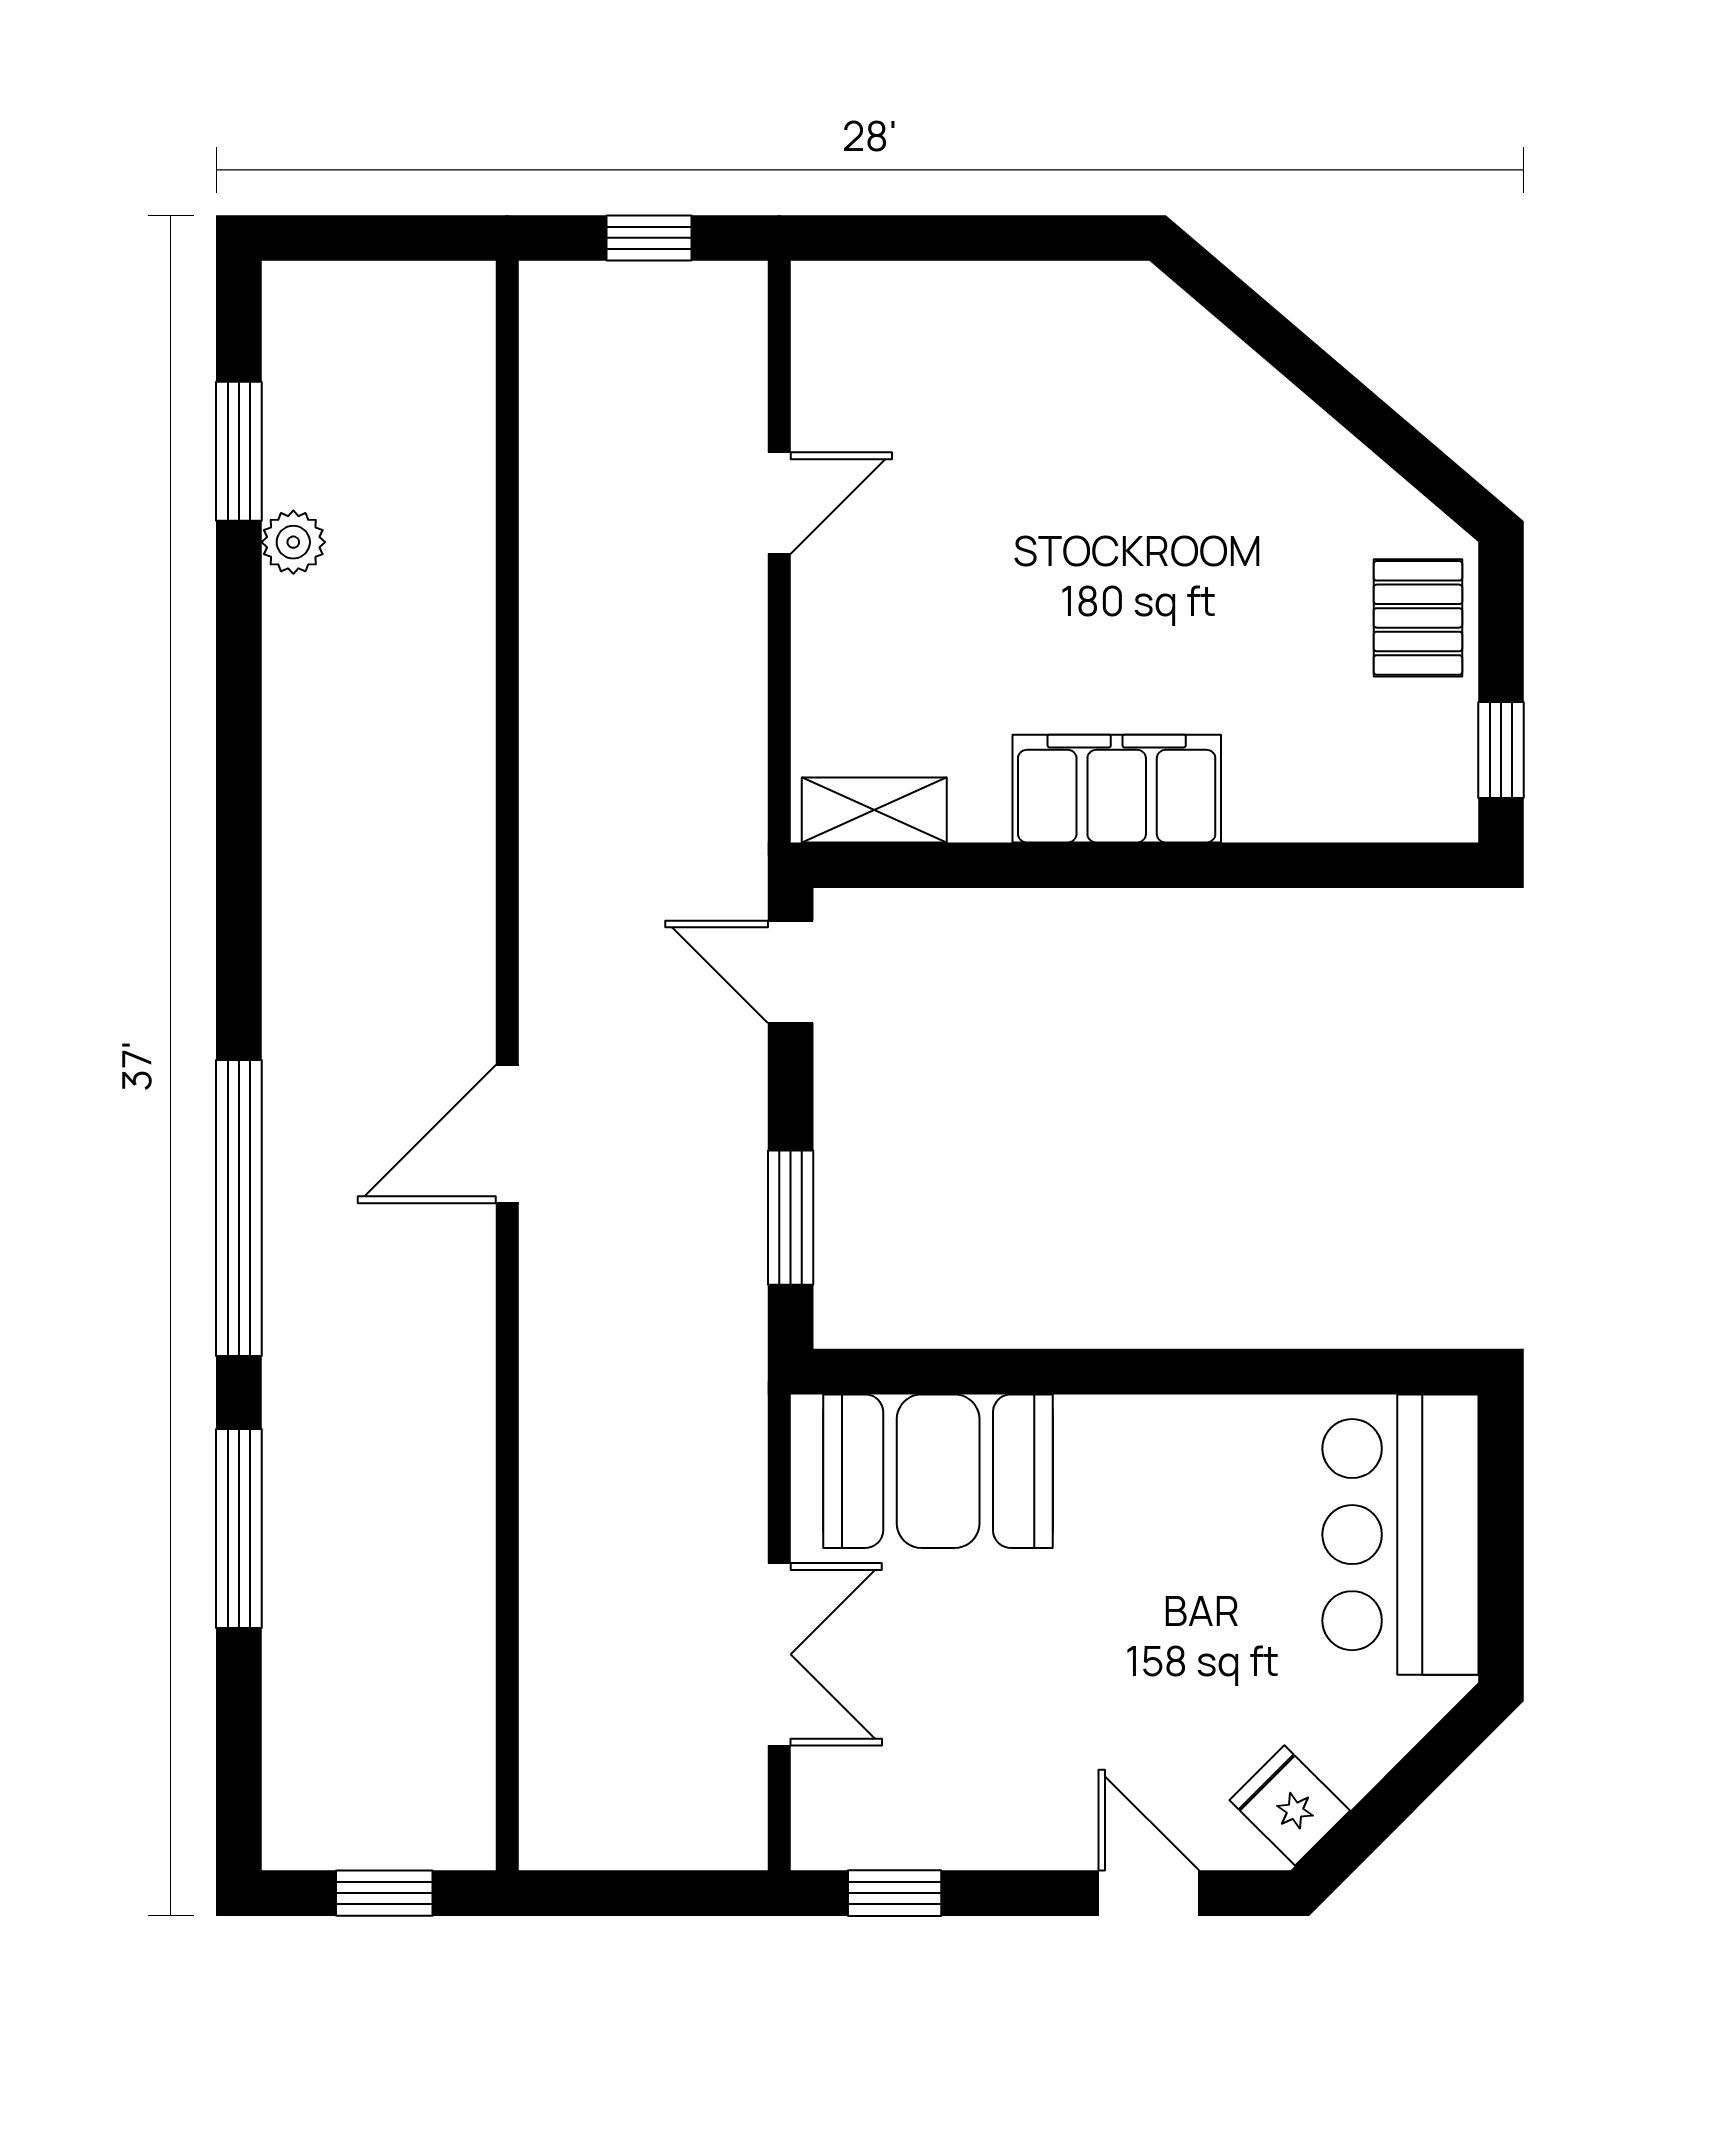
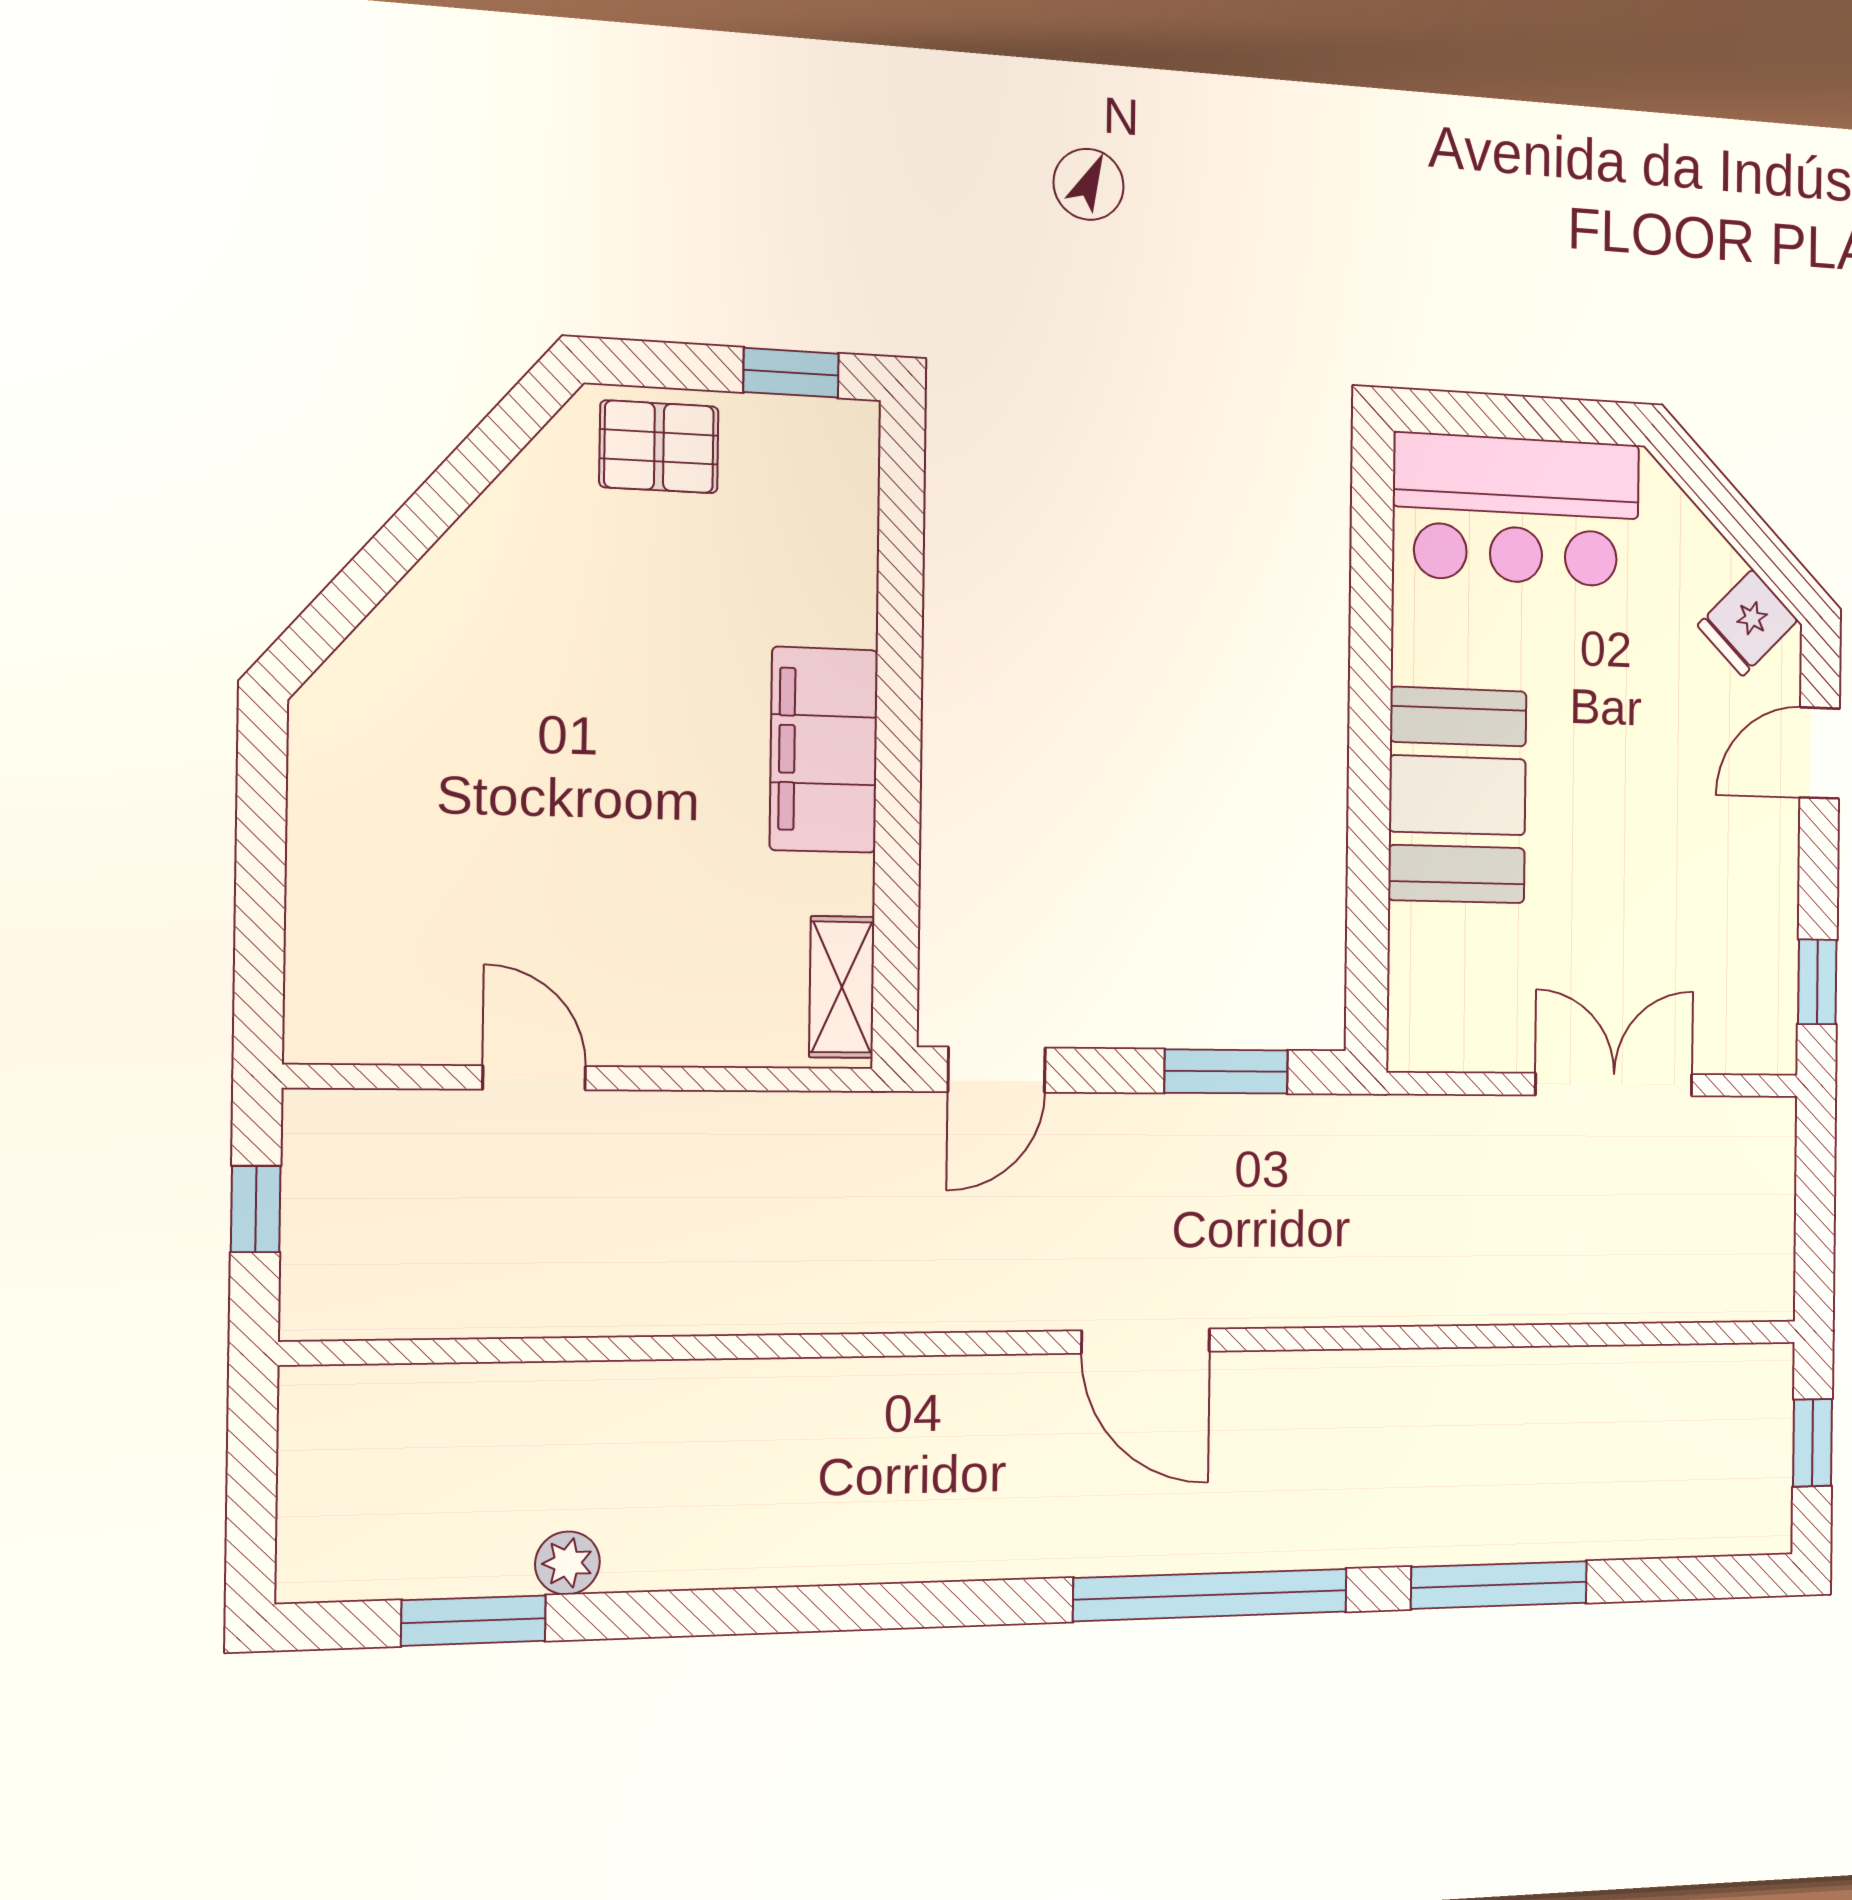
booth: (938, 1471) -> (1458, 795), moved

